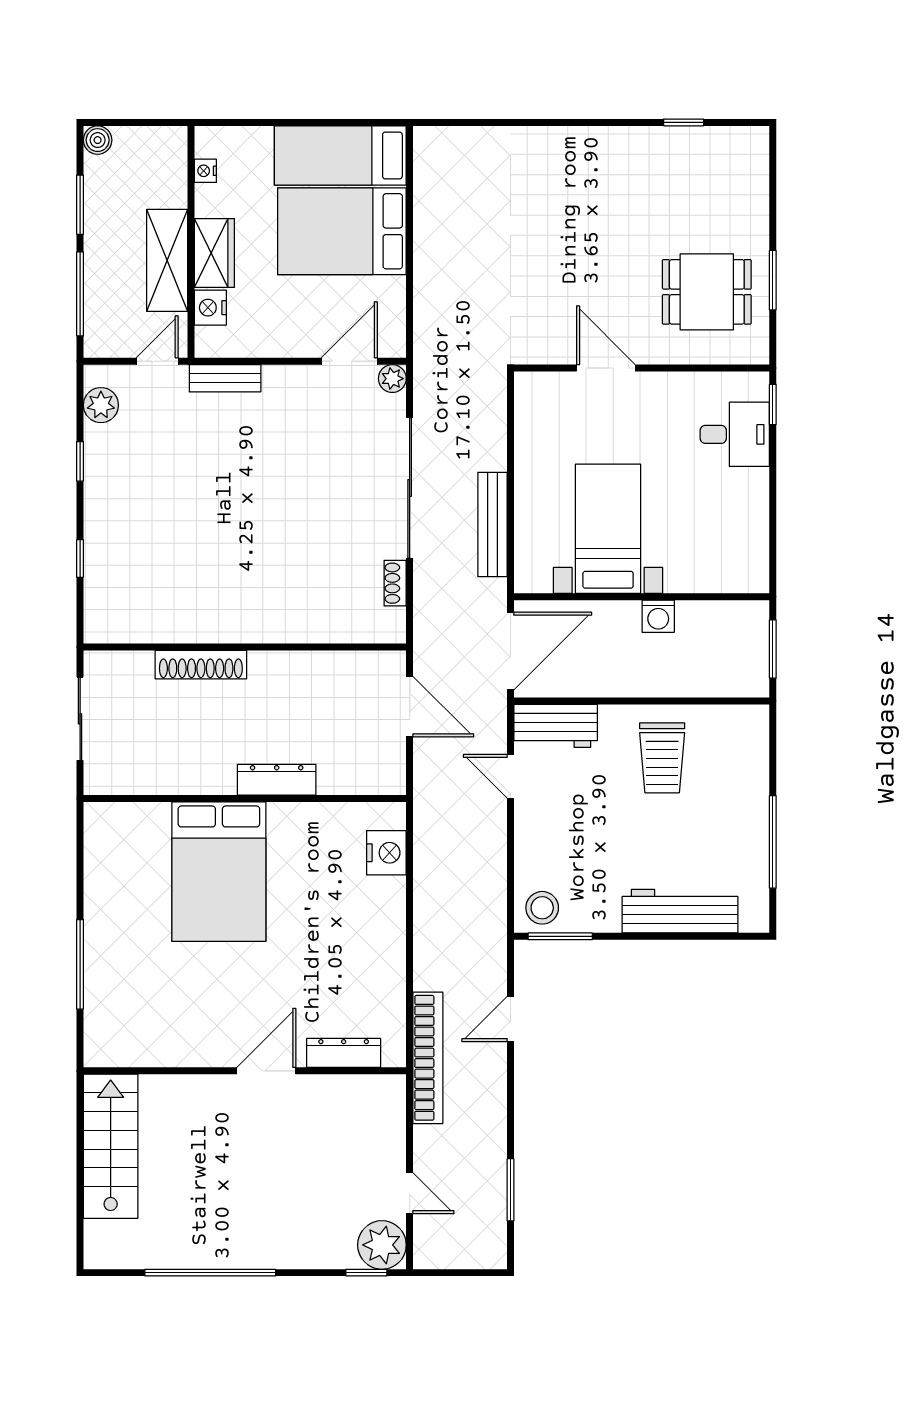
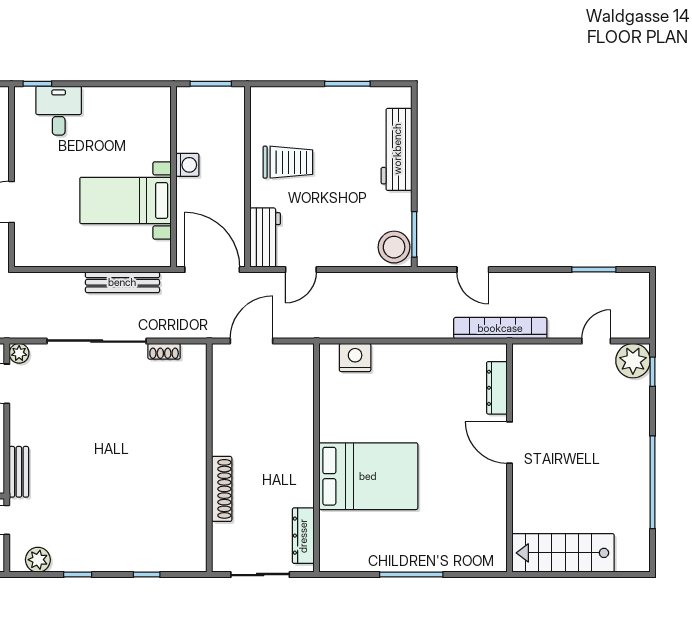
dresser: (277, 780) -> (303, 536), moved
window: (773, 842) -> (347, 84), width x0.69
stool: (542, 908) -> (394, 247), width x1.38, depth x1.38
window: (80, 964) -> (411, 575), moved

